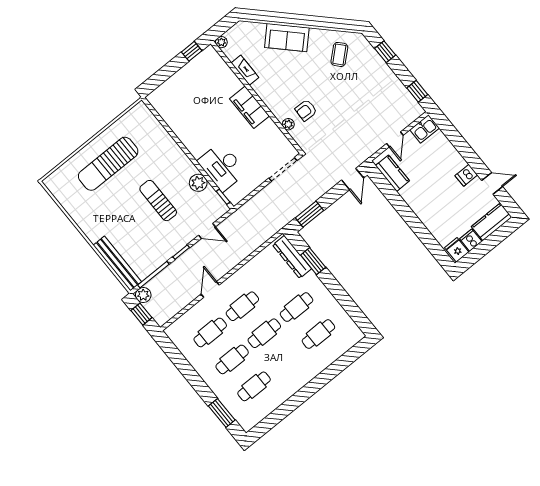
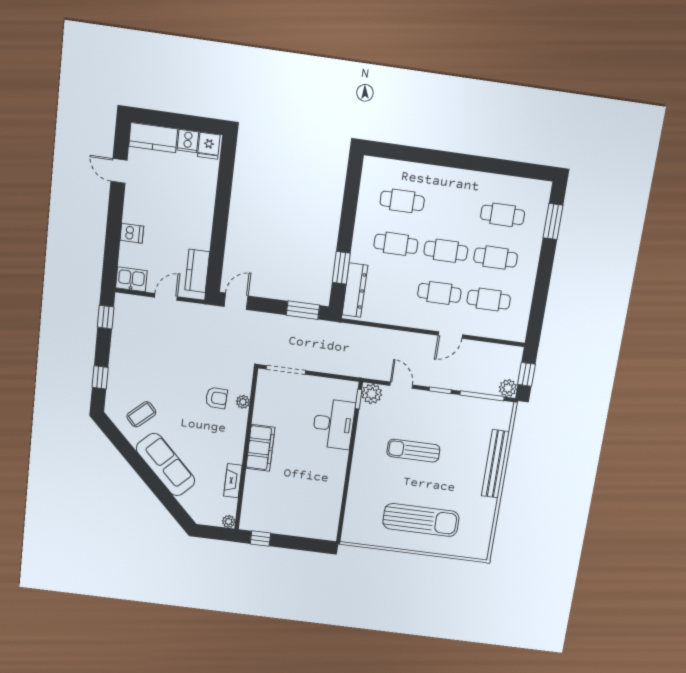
sofa: (287, 38) -> (166, 465), width x1.36
dishwasher: (466, 175) -> (132, 233), moved
plant: (198, 183) -> (372, 394), moved
sun lounger: (158, 201) -> (413, 451), turned 90
bench: (117, 263) -> (495, 464), moved

